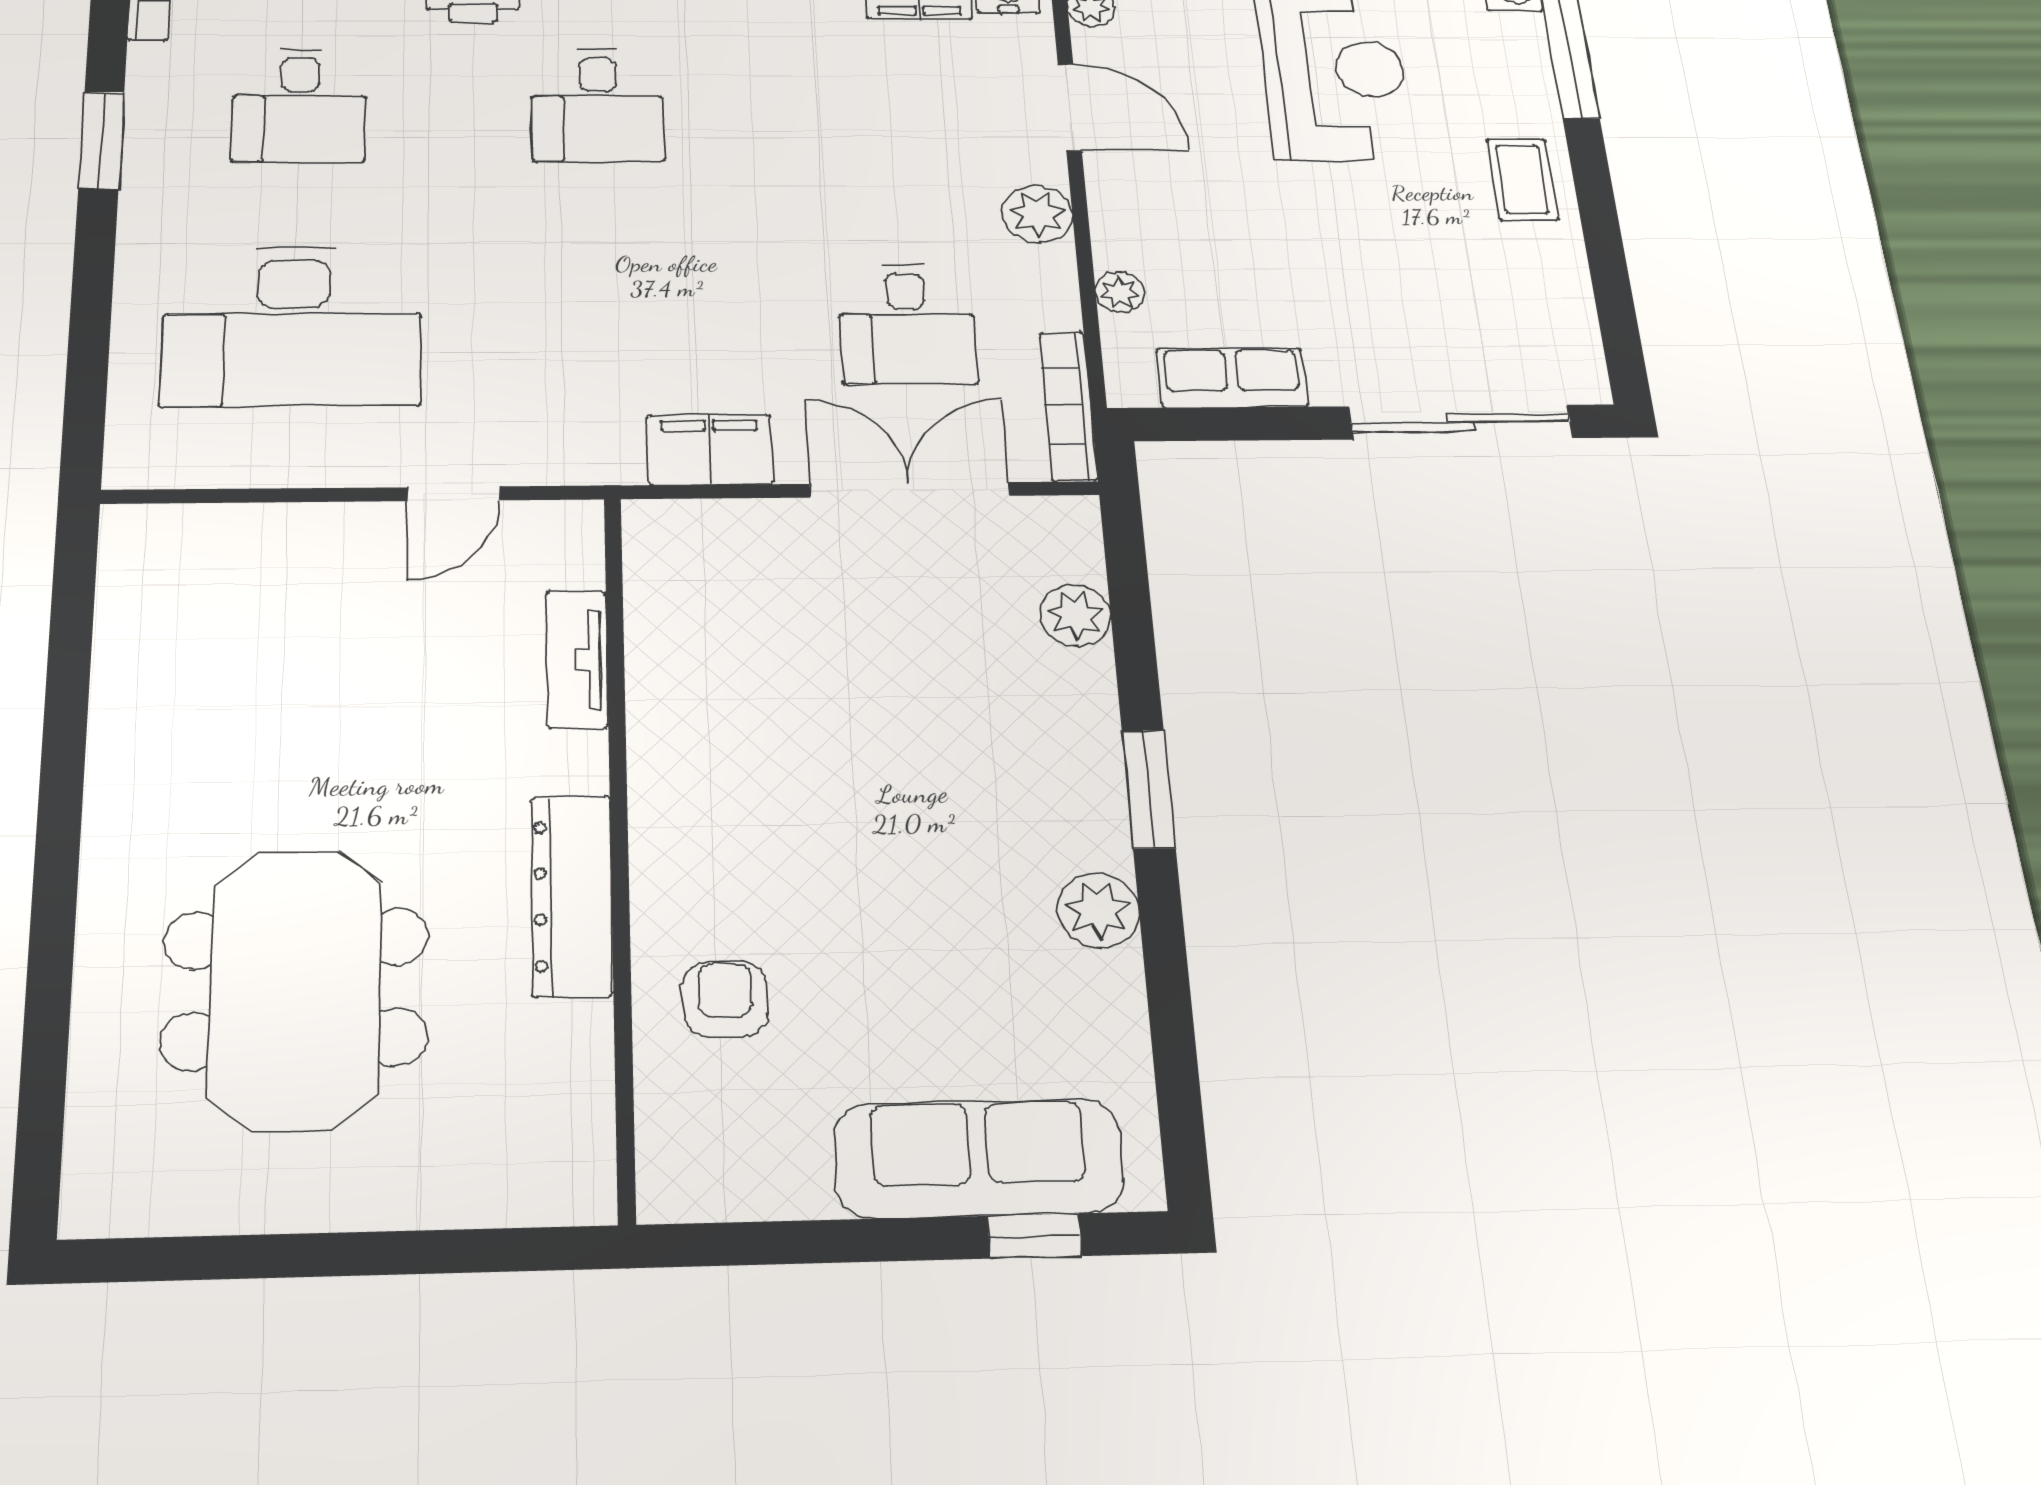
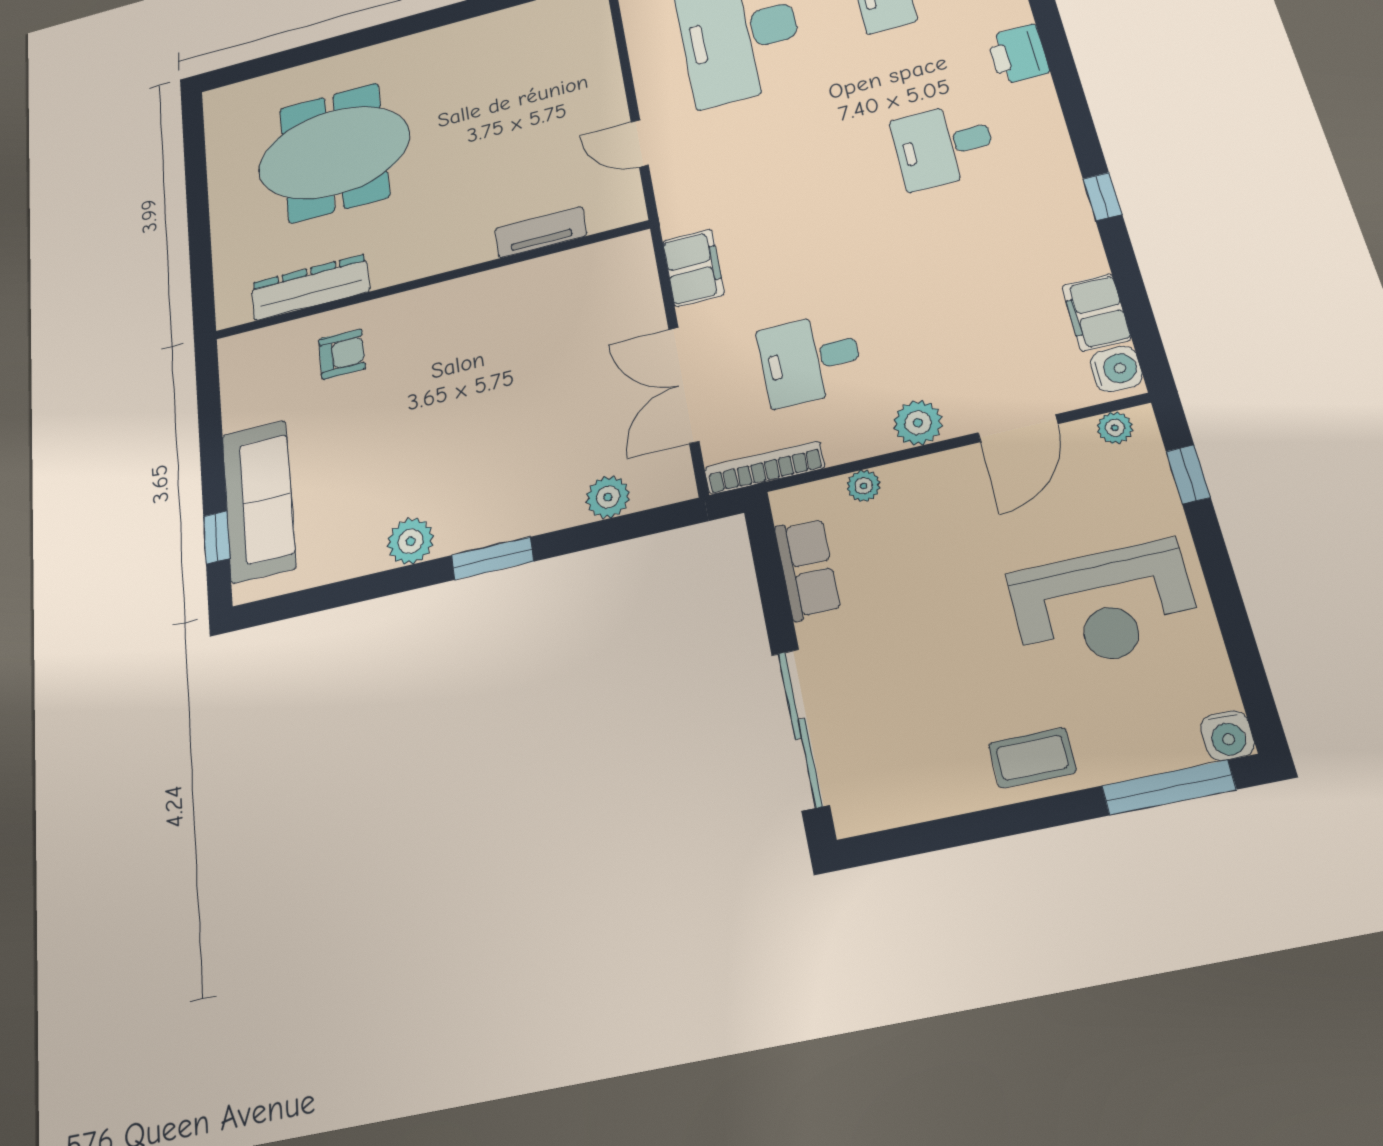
double door: (910, 490) -> (684, 385), swing flipped
dresser: (572, 896) -> (310, 287), moved

